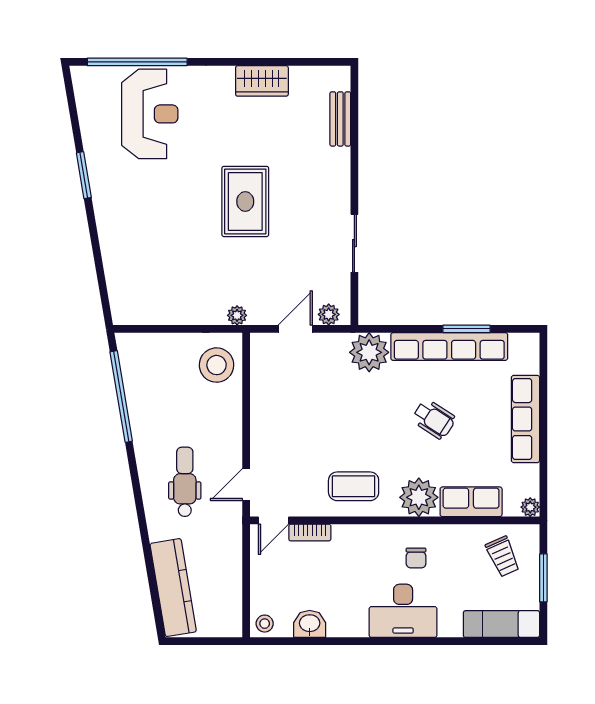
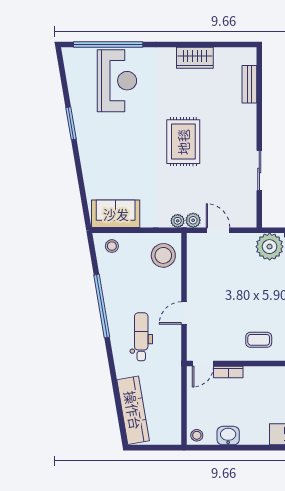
sofa: (148, 305) -> (116, 214), added
plant: (329, 314) -> (193, 220), moved
door: (295, 329) -> (218, 230), hinge flipped
stool: (143, 352) -> (112, 246), added
window: (121, 396) -> (102, 306), moved
door: (246, 485) -> (184, 313), moved
coffee table: (354, 486) -> (259, 340), width x0.73, depth x0.77

